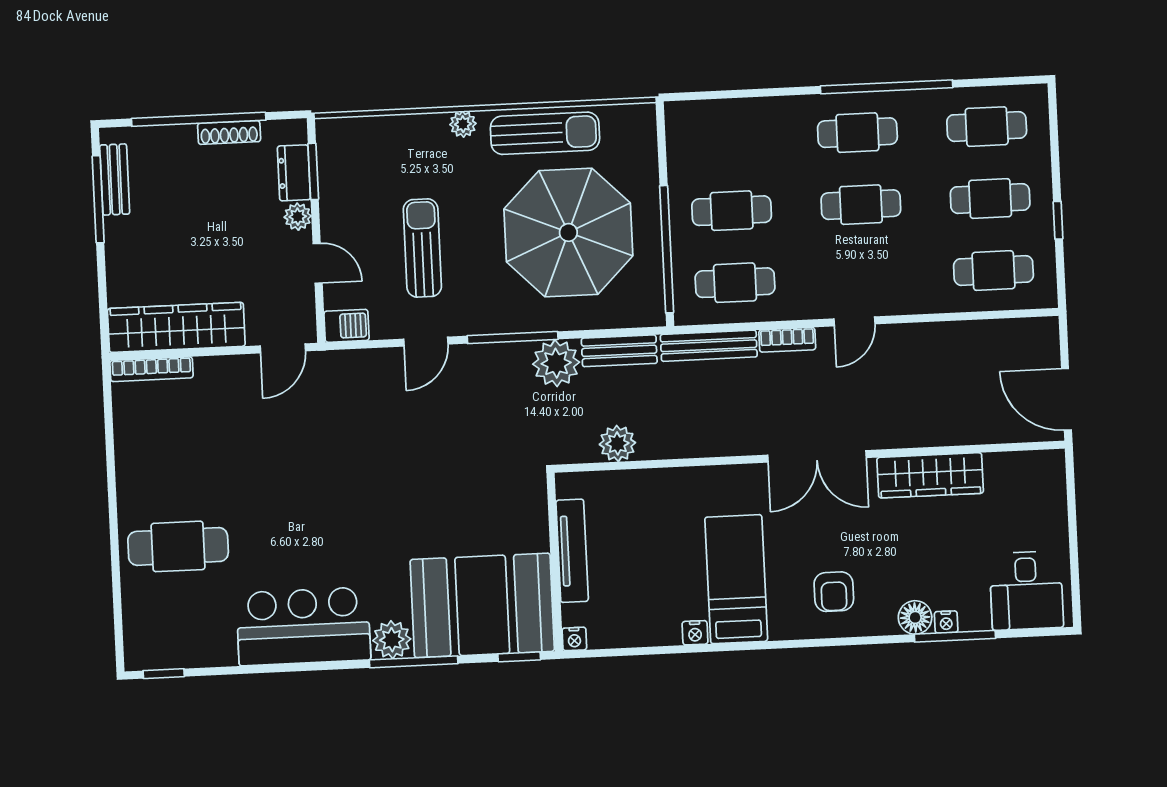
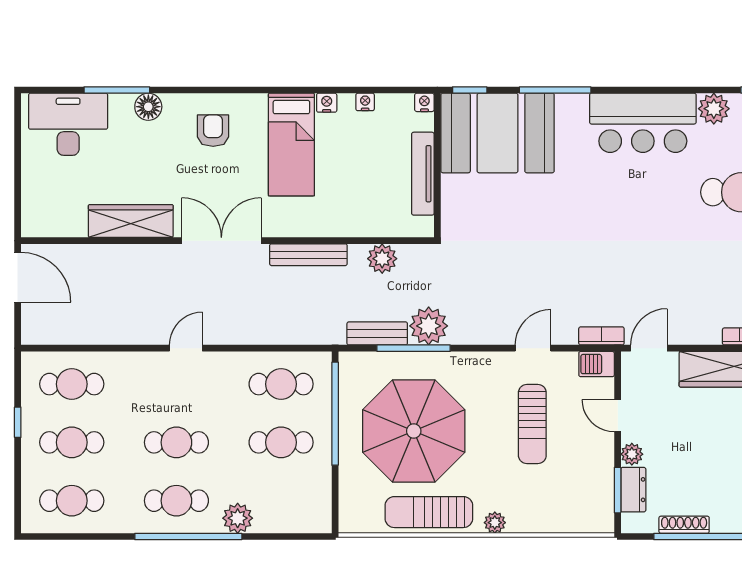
window: (887, 87) -> (188, 537), moved
plant: (781, 115) -> (238, 518), added
window: (513, 338) -> (414, 348), moved
bookcase: (787, 340) -> (601, 336), moved
bench: (709, 346) -> (308, 255), moved
desk: (1026, 591) -> (68, 124), width x1.37
nightstand: (946, 622) -> (365, 102), moved
plant: (392, 640) -> (714, 109), moved

